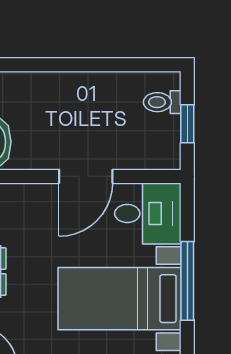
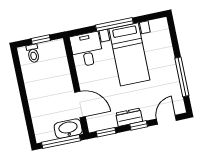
door: (86, 176) -> (80, 104), moved

